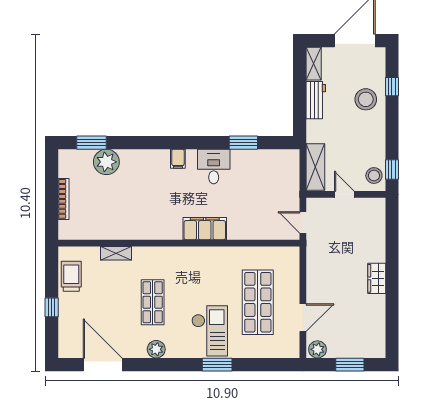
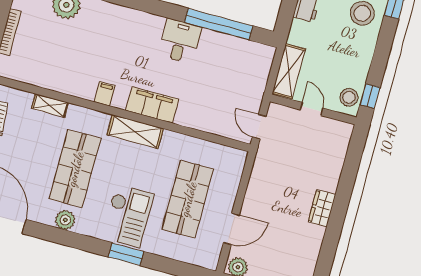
window: (243, 143) -> (219, 24), width x2.11
filing cabinet: (178, 159) -> (105, 94), moved, turned 180
shelving: (196, 256) -> (135, 132), added
shop shelf: (153, 302) -> (75, 169), width x1.43, depth x1.36

